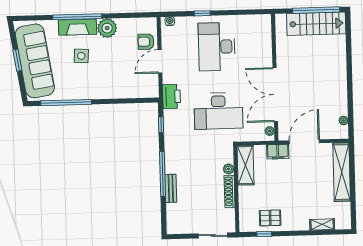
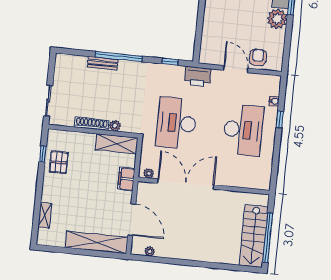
water cooler: (170, 21) -> (274, 101), moved
desk: (217, 47) -> (243, 130), turned 90
door: (304, 142) -> (132, 220), moved

